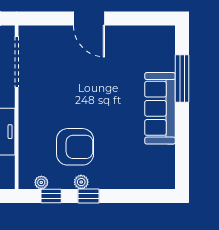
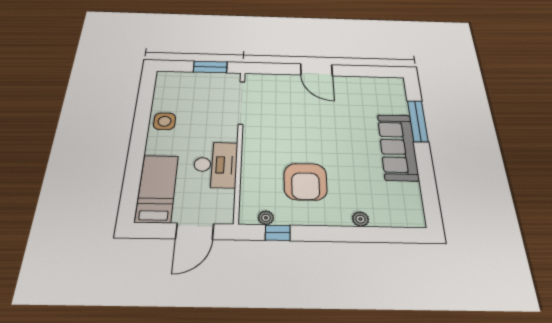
armchair: (75, 147) -> (305, 182), turned 90
plant: (81, 182) -> (360, 219), moved
window: (89, 196) -> (323, 234), removed

